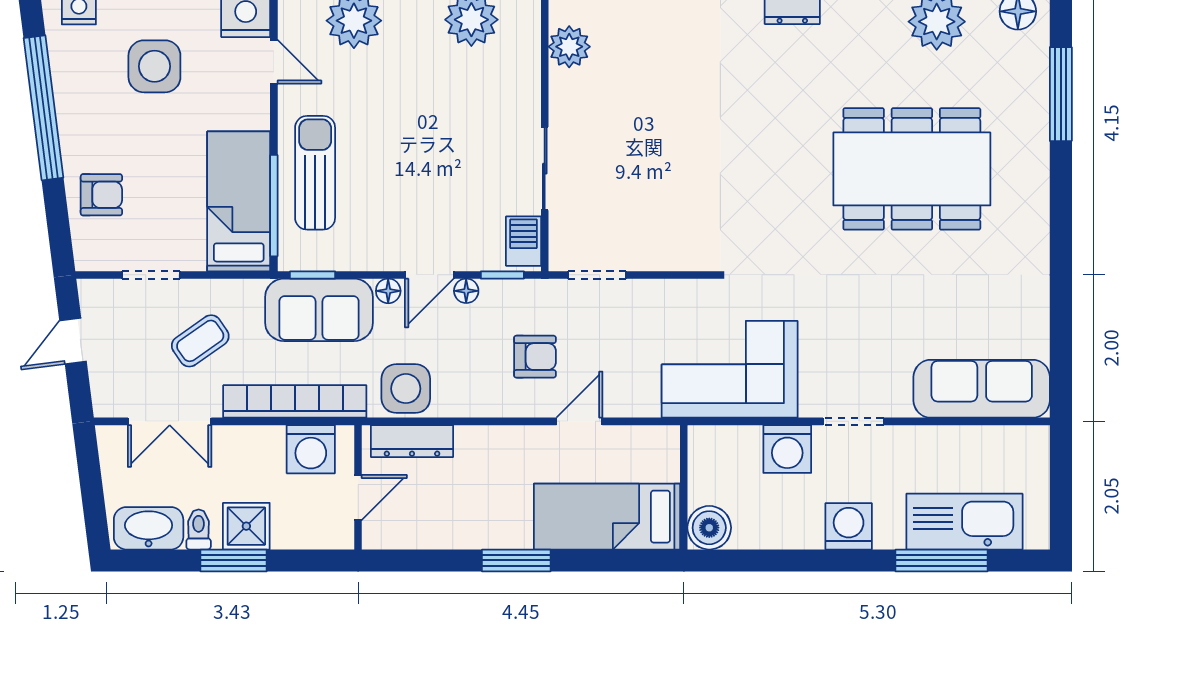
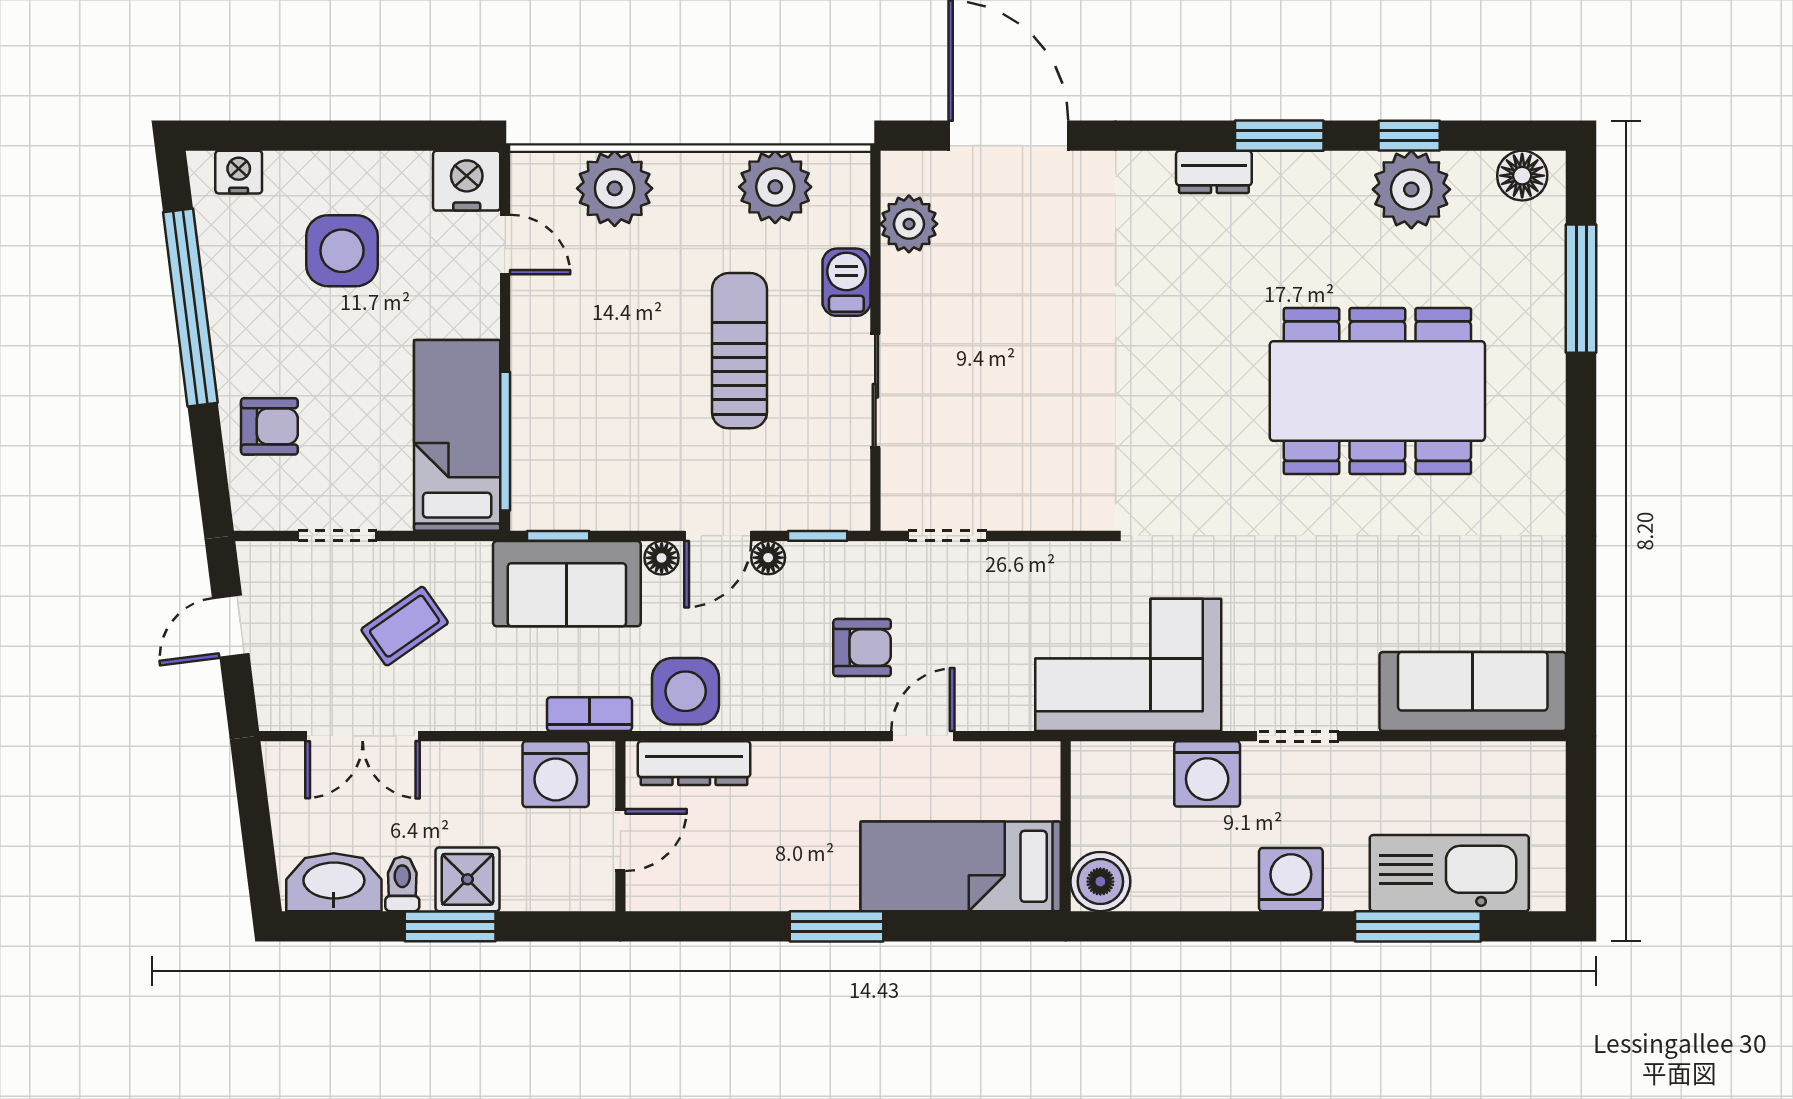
sun lounger: (315, 173) -> (739, 351), moved
barbecue: (524, 241) -> (846, 282), moved
bookcase: (295, 401) -> (589, 714), width x0.43, depth x0.76

